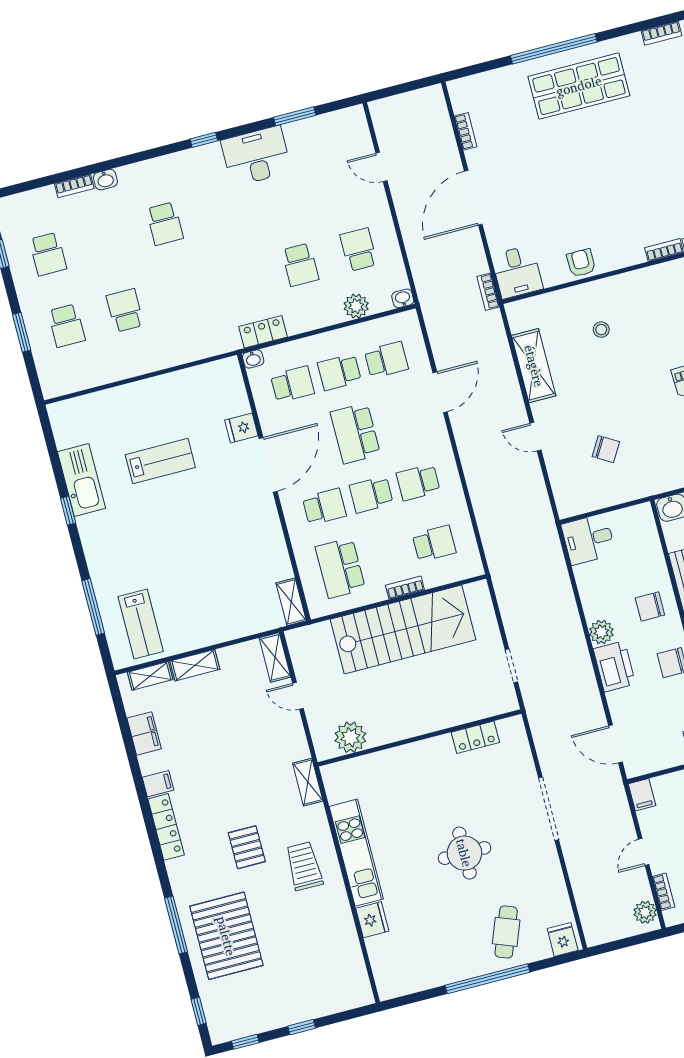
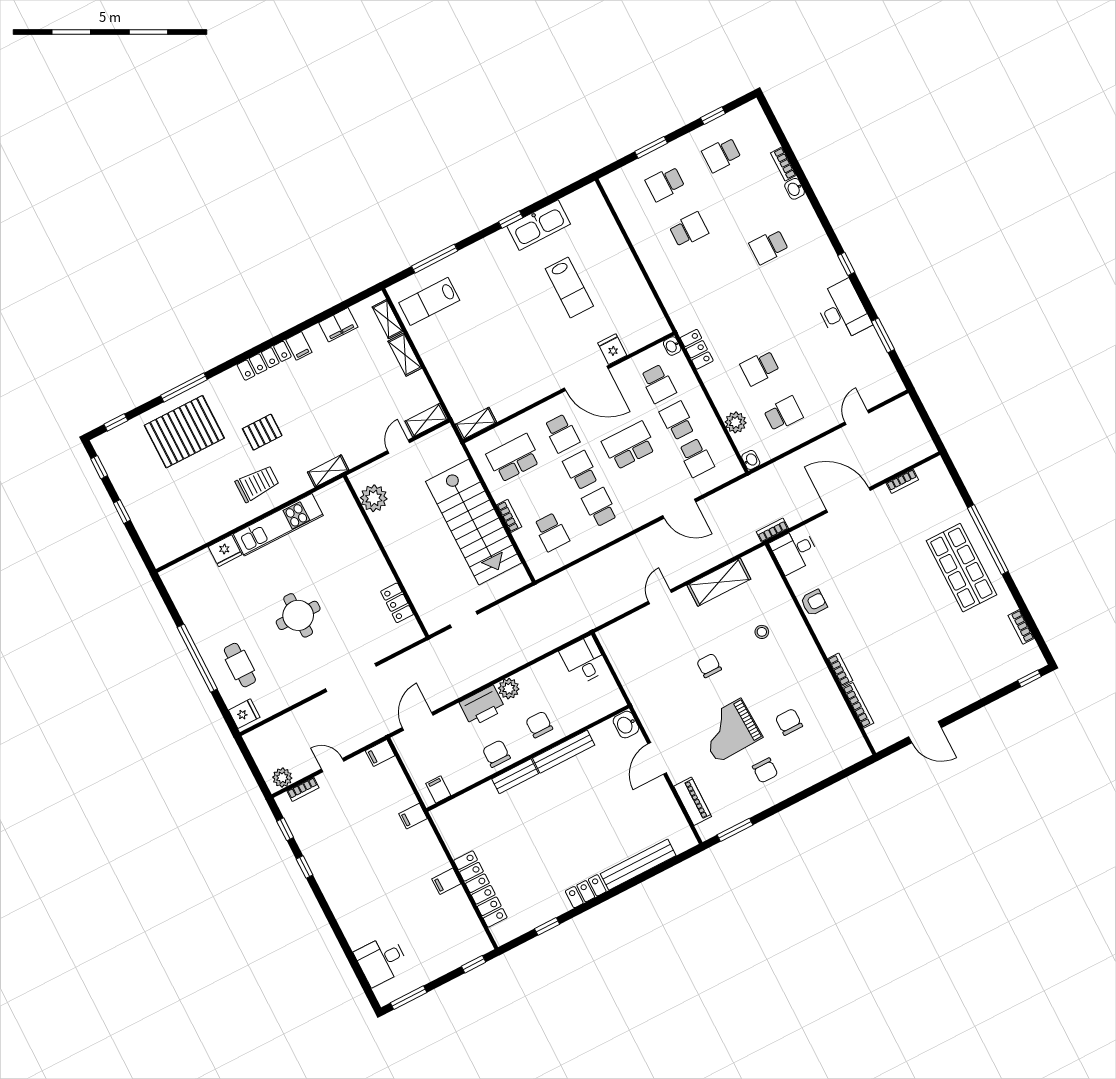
chair: (606, 449) -> (709, 666), moved, turned 149
cafe table: (506, 932) -> (240, 665), turned 69

